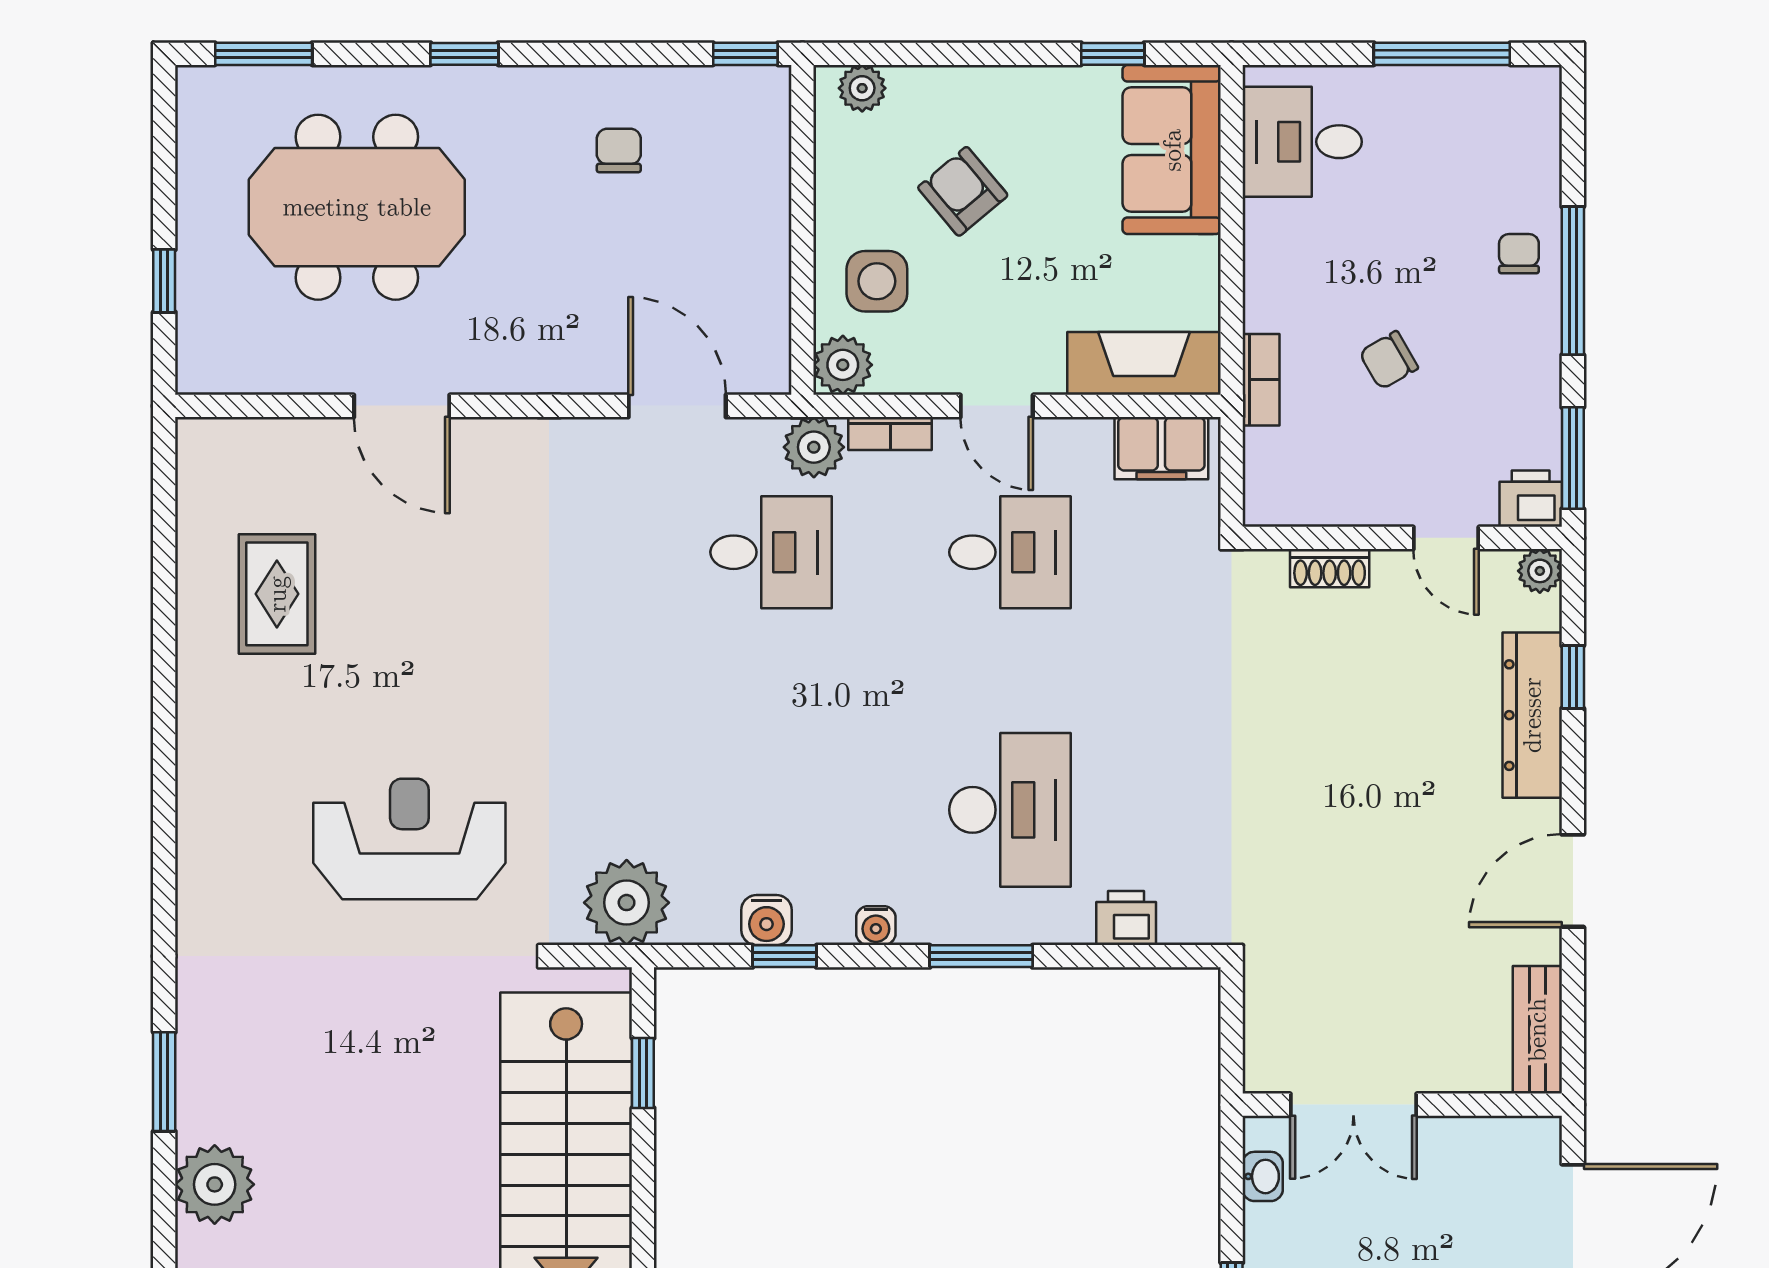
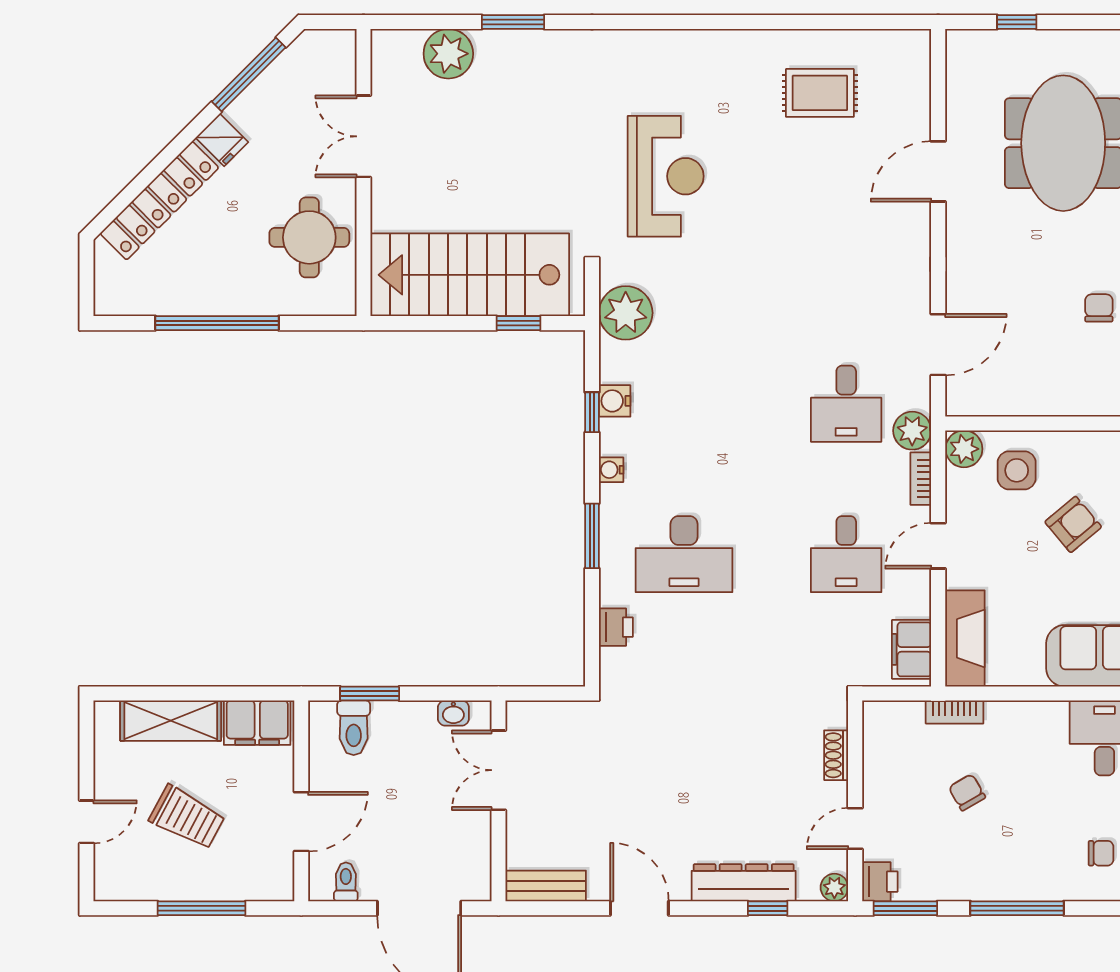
chair: (619, 150) -> (1099, 308), turned -90
chair: (1519, 254) -> (1101, 853), moved

